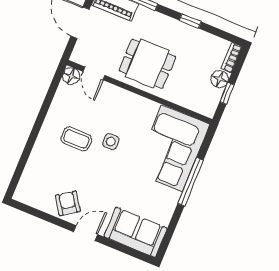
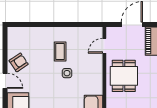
floor lamp: (71, 76) -> (97, 32), removed

